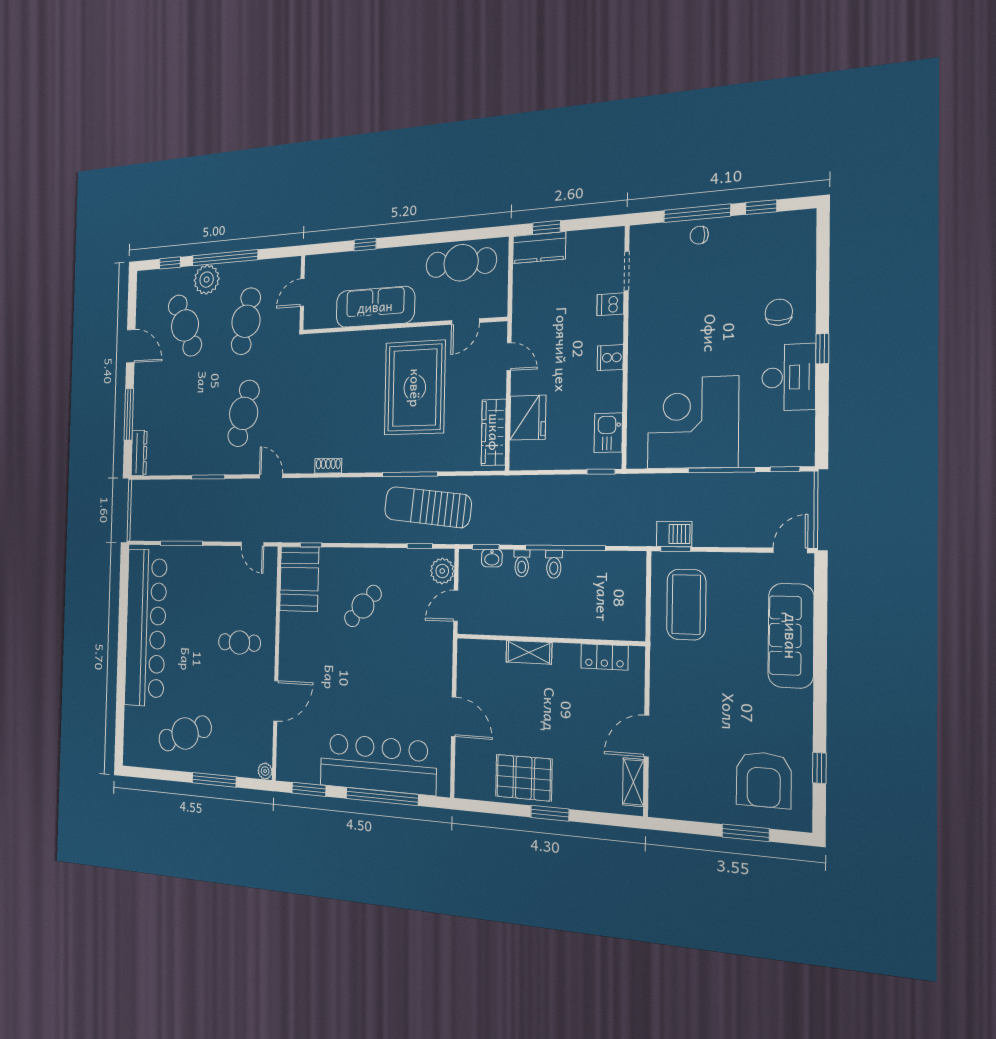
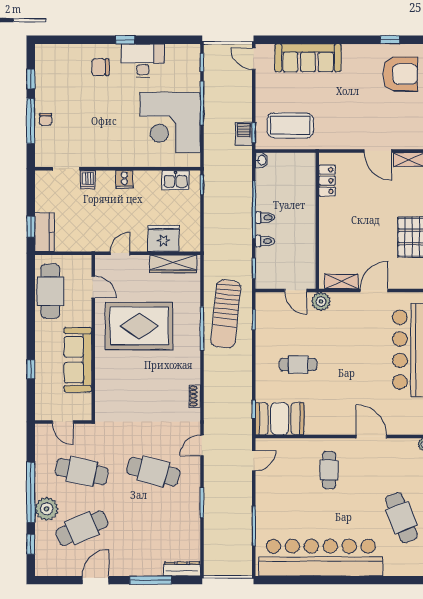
washbasin: (492, 558) -> (262, 160), moved
plant: (442, 571) -> (321, 301), moved
cafe table: (363, 606) -> (298, 365), turned -43
shelving: (529, 652) -> (341, 281), moved, turned 90

